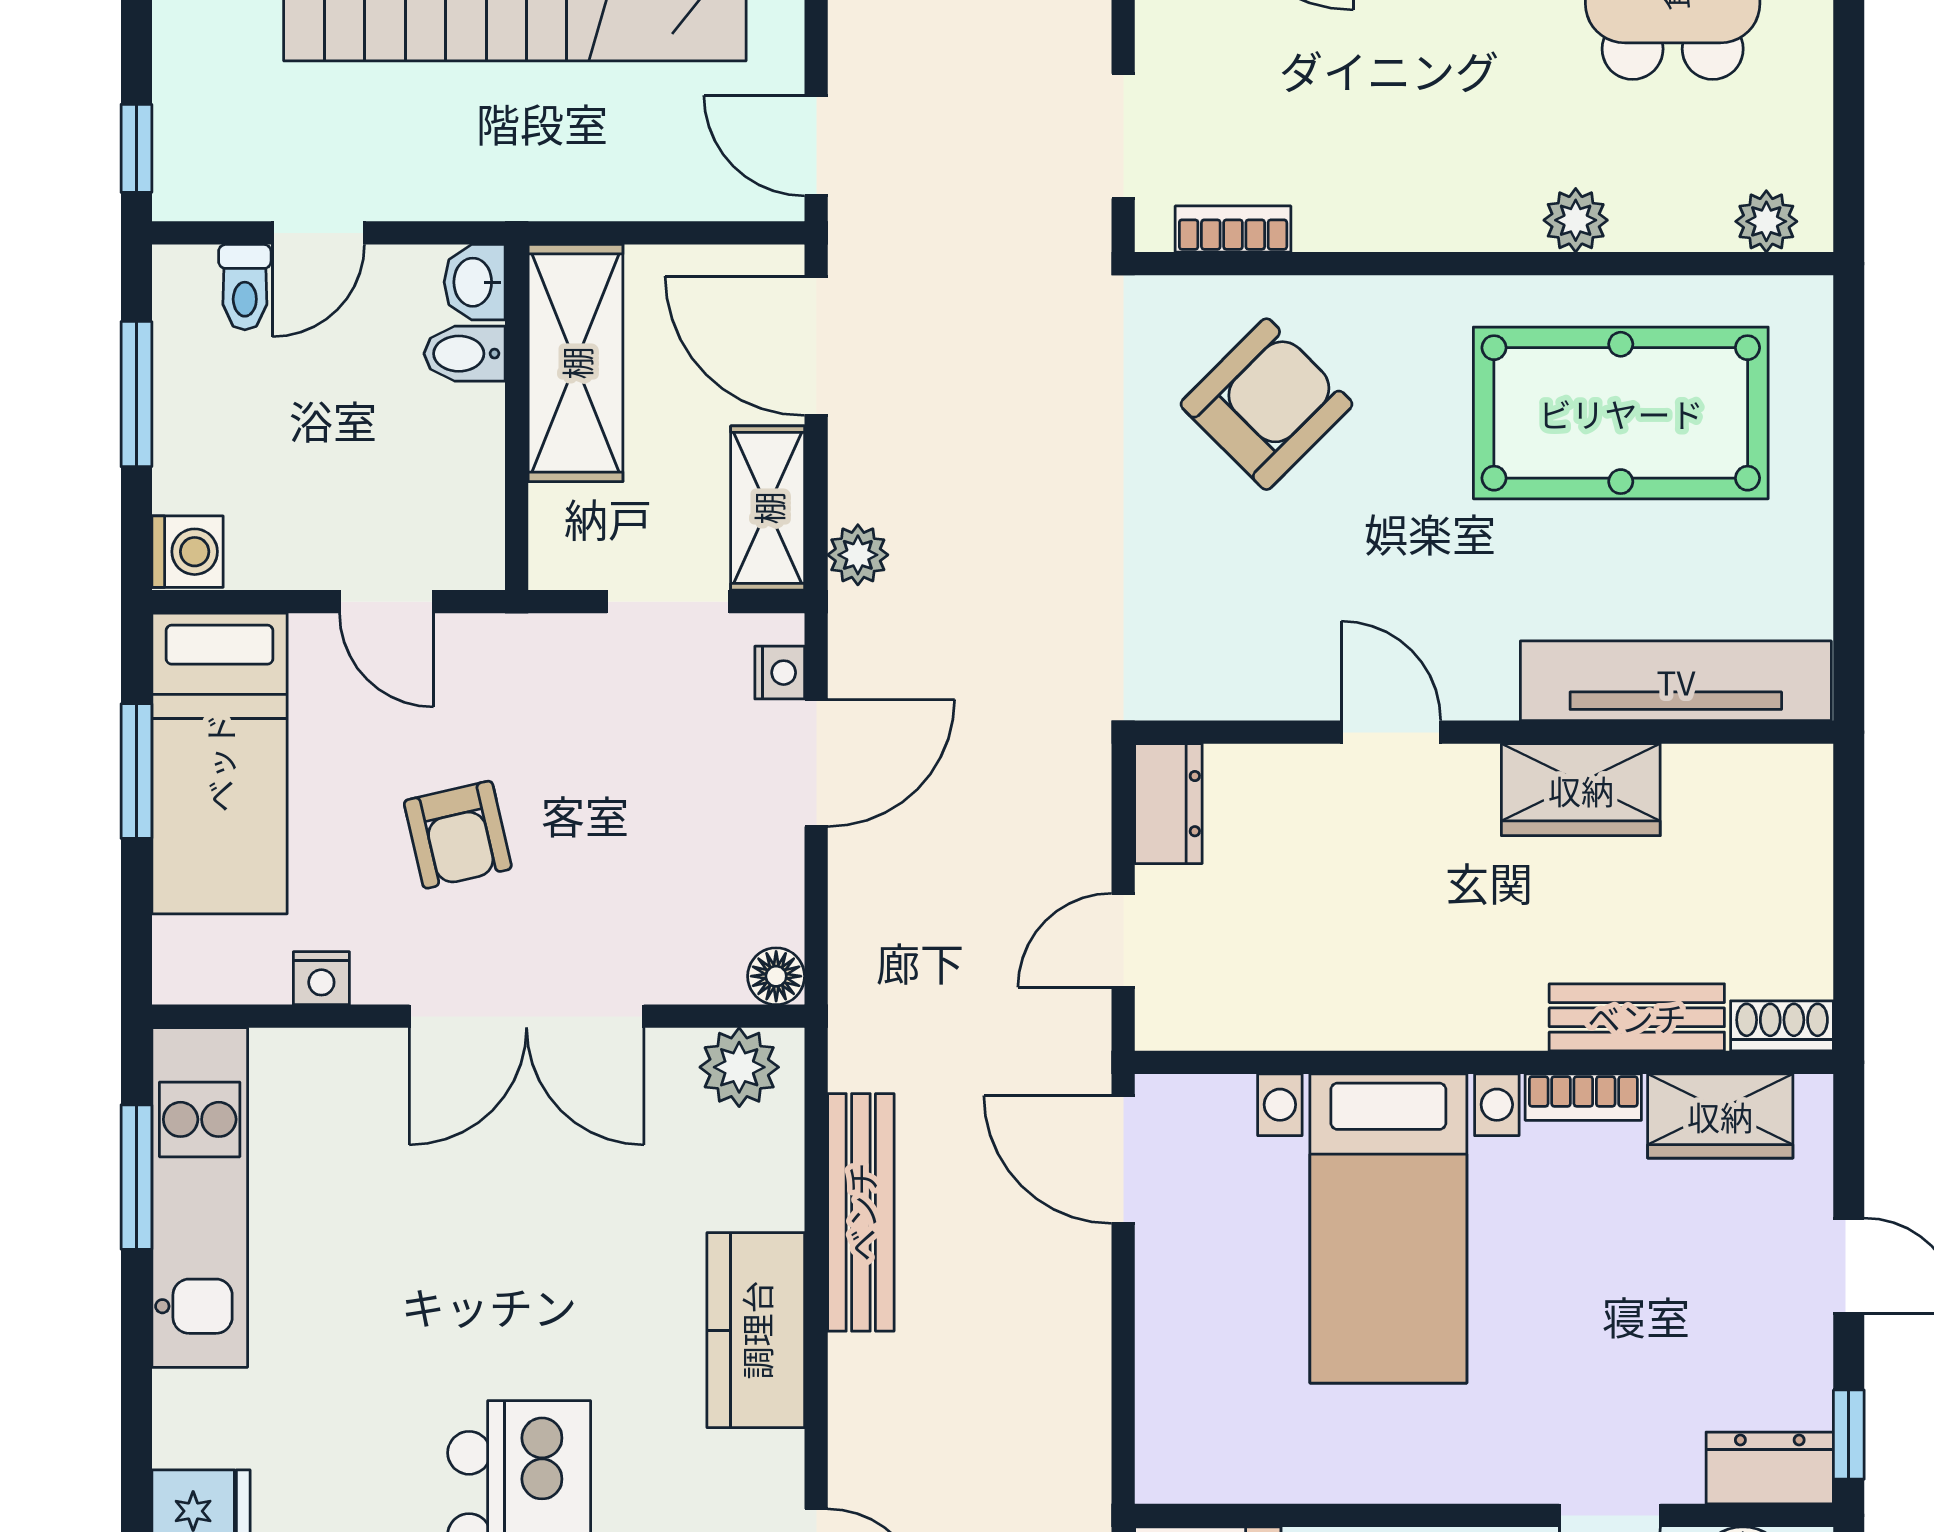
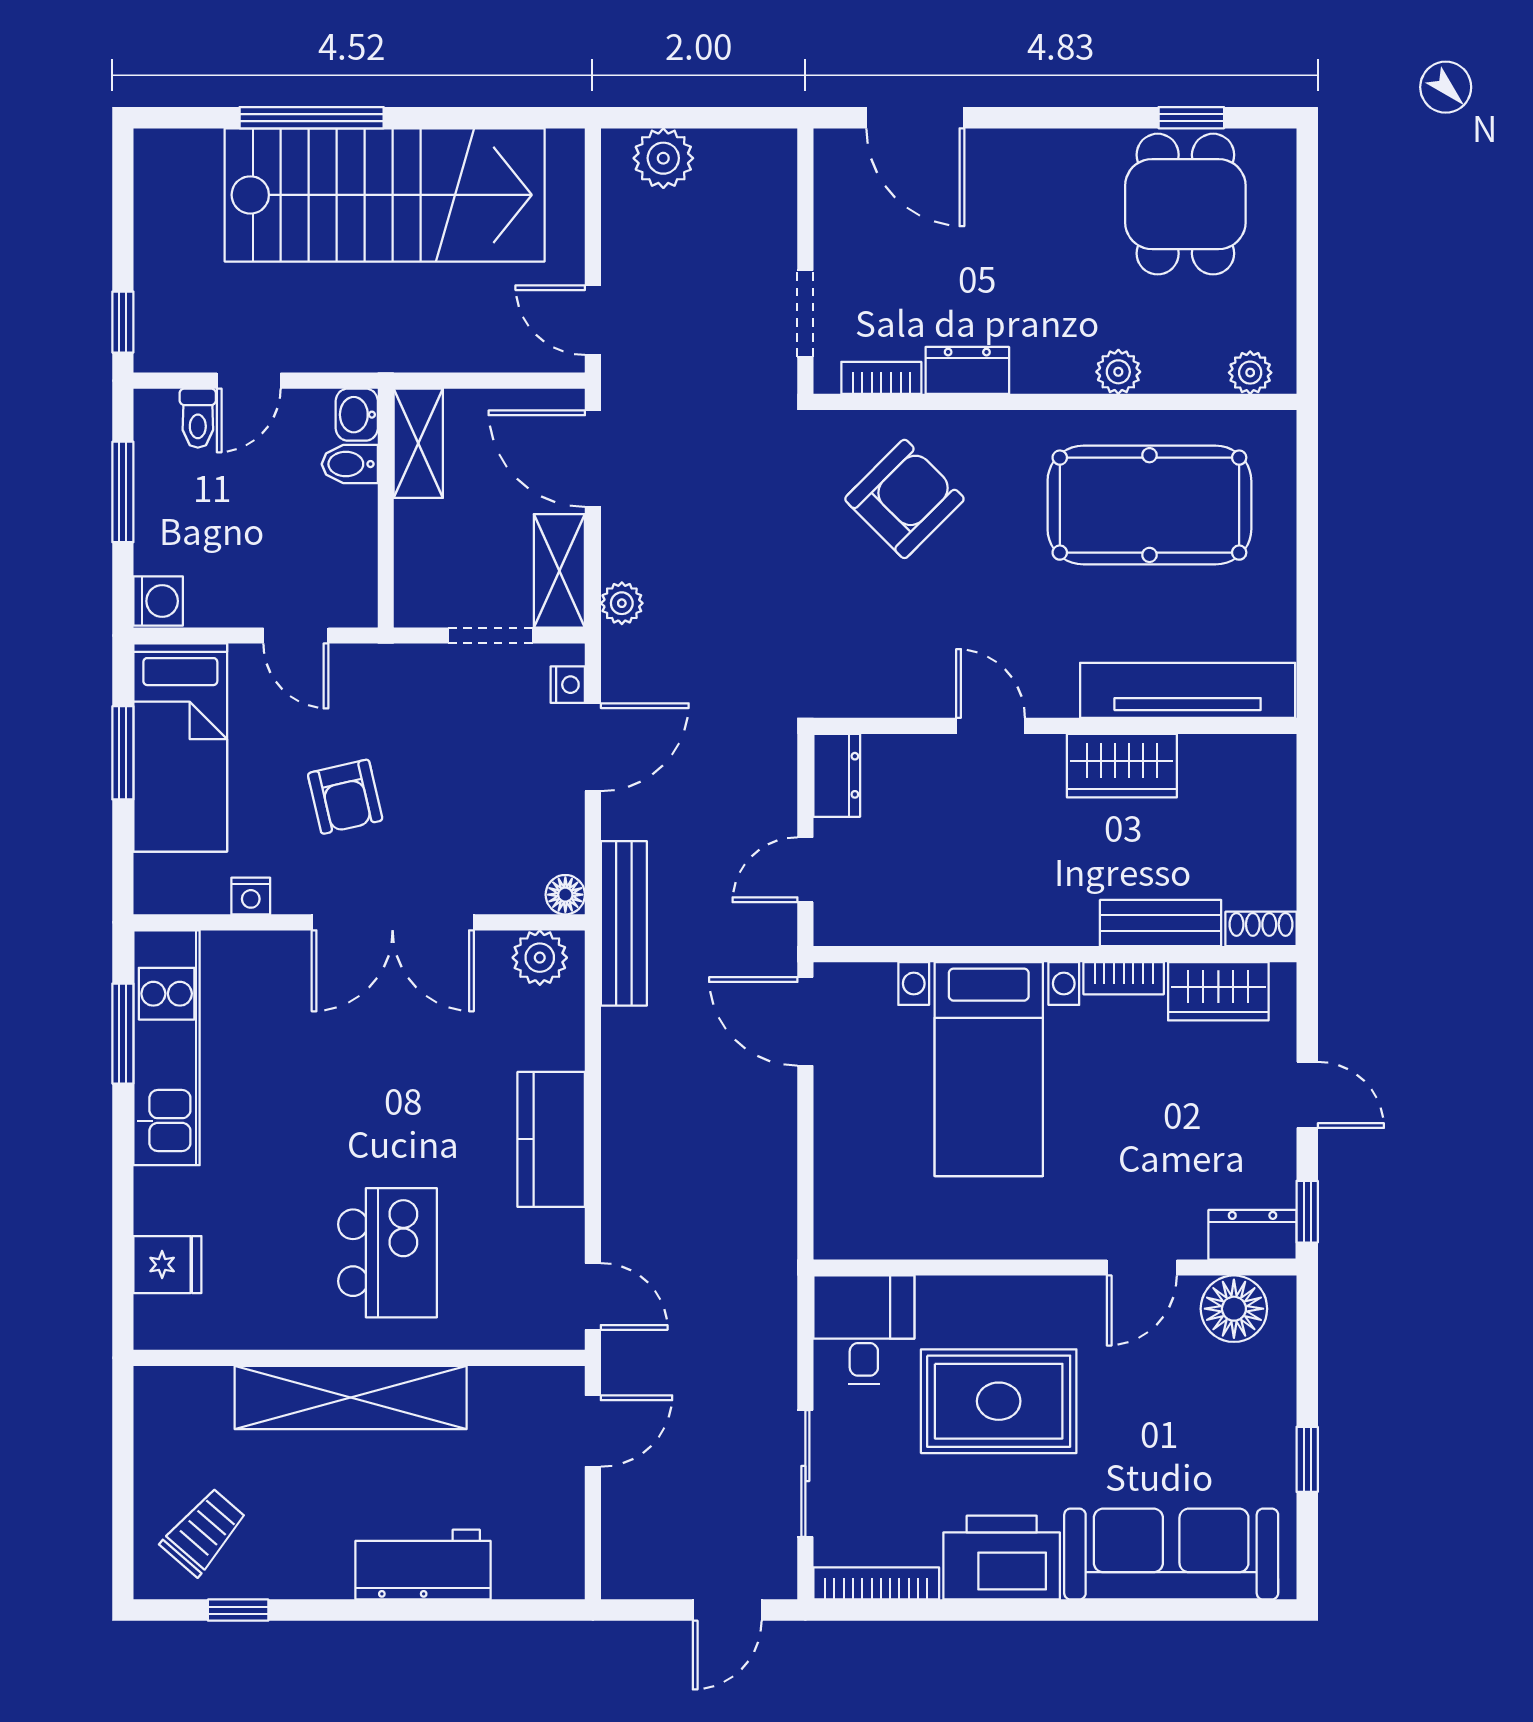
dresser: (1357, 218) -> (967, 370), added
shelving: (576, 363) -> (418, 443), width x0.67, depth x0.75
bench: (861, 1212) -> (624, 923), moved

